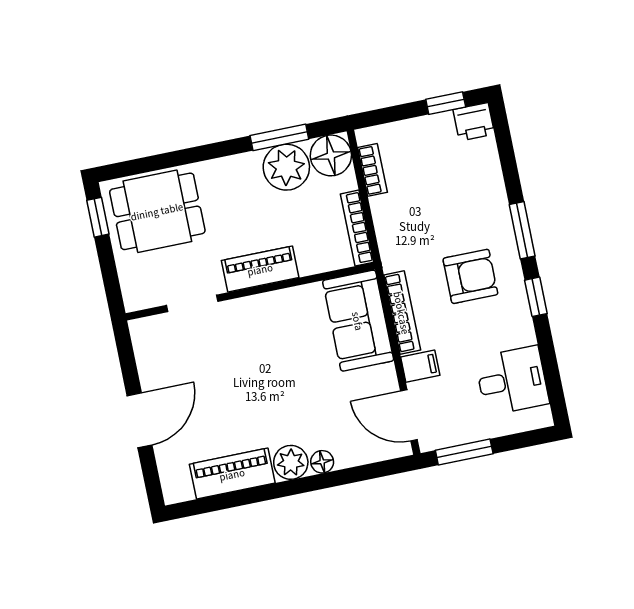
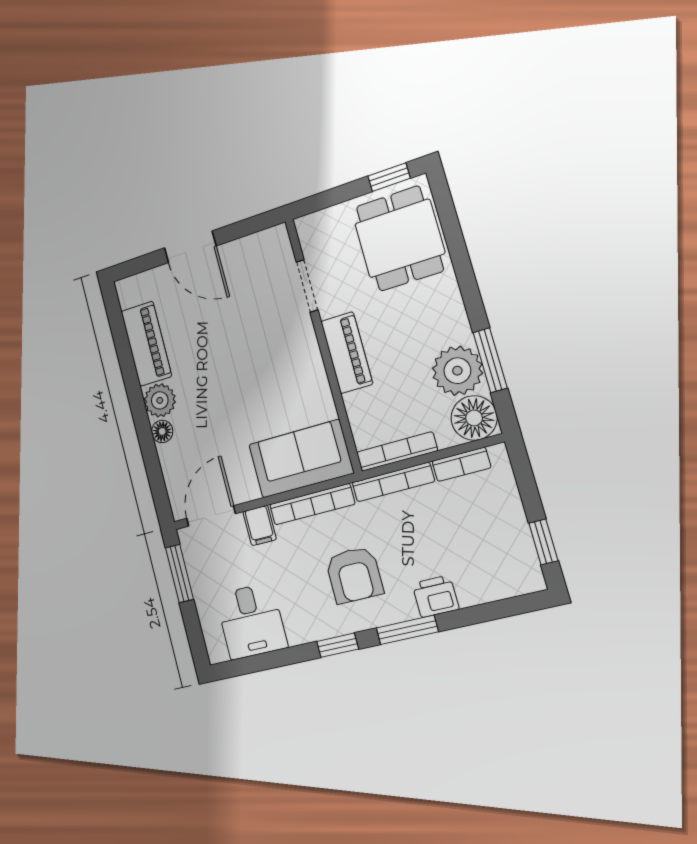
printer: (474, 122) -> (436, 596), moved, turned 90
bookcase: (385, 234) -> (393, 482), added

